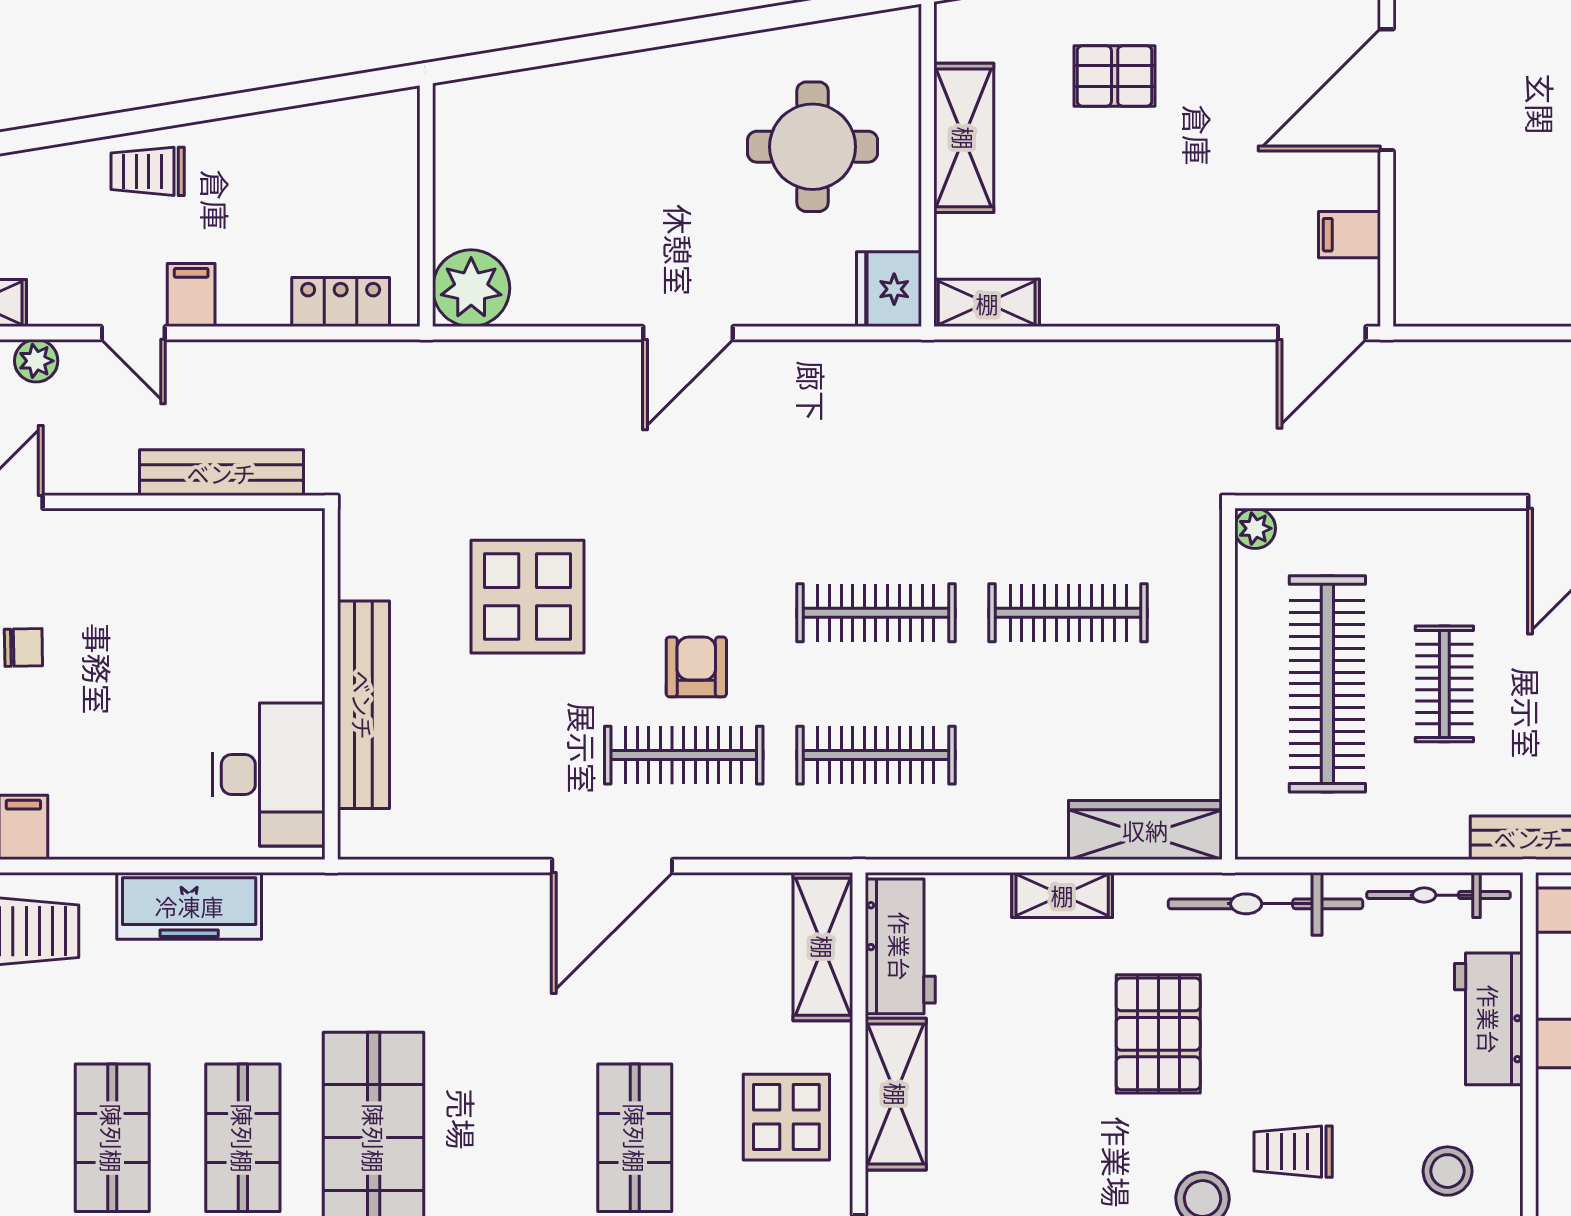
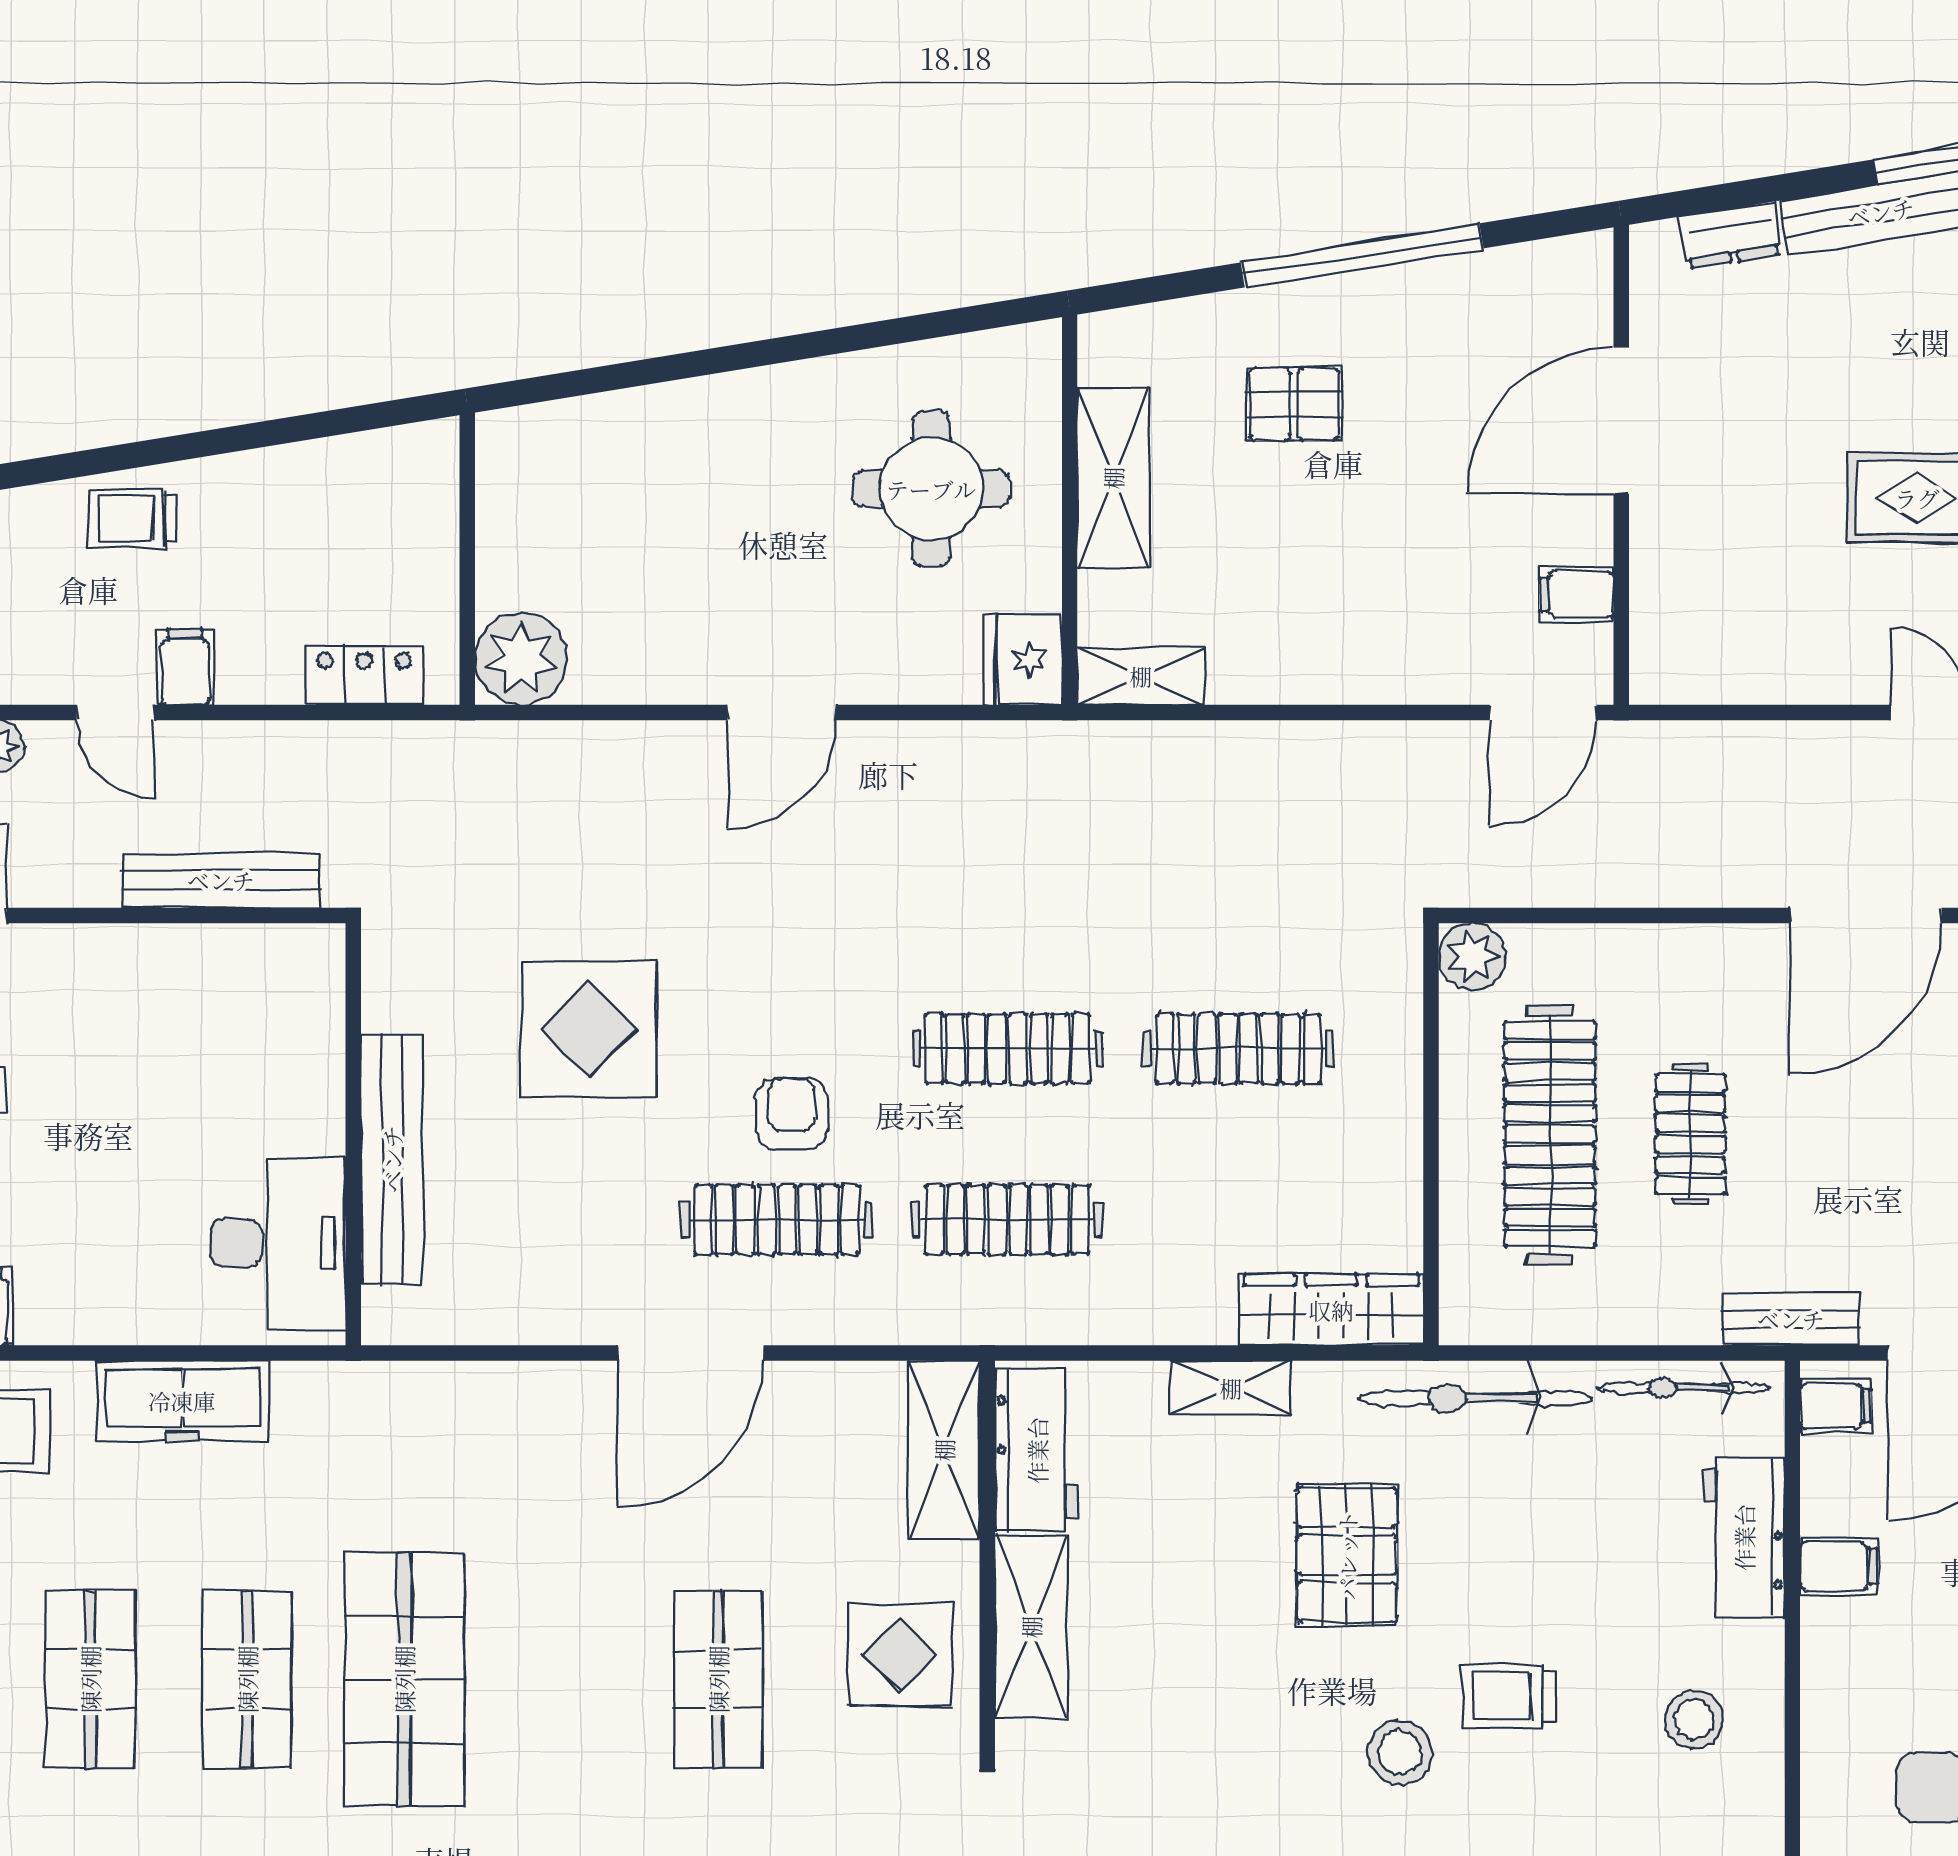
plant: (1255, 528) -> (1472, 957), width x1.38, depth x1.38

